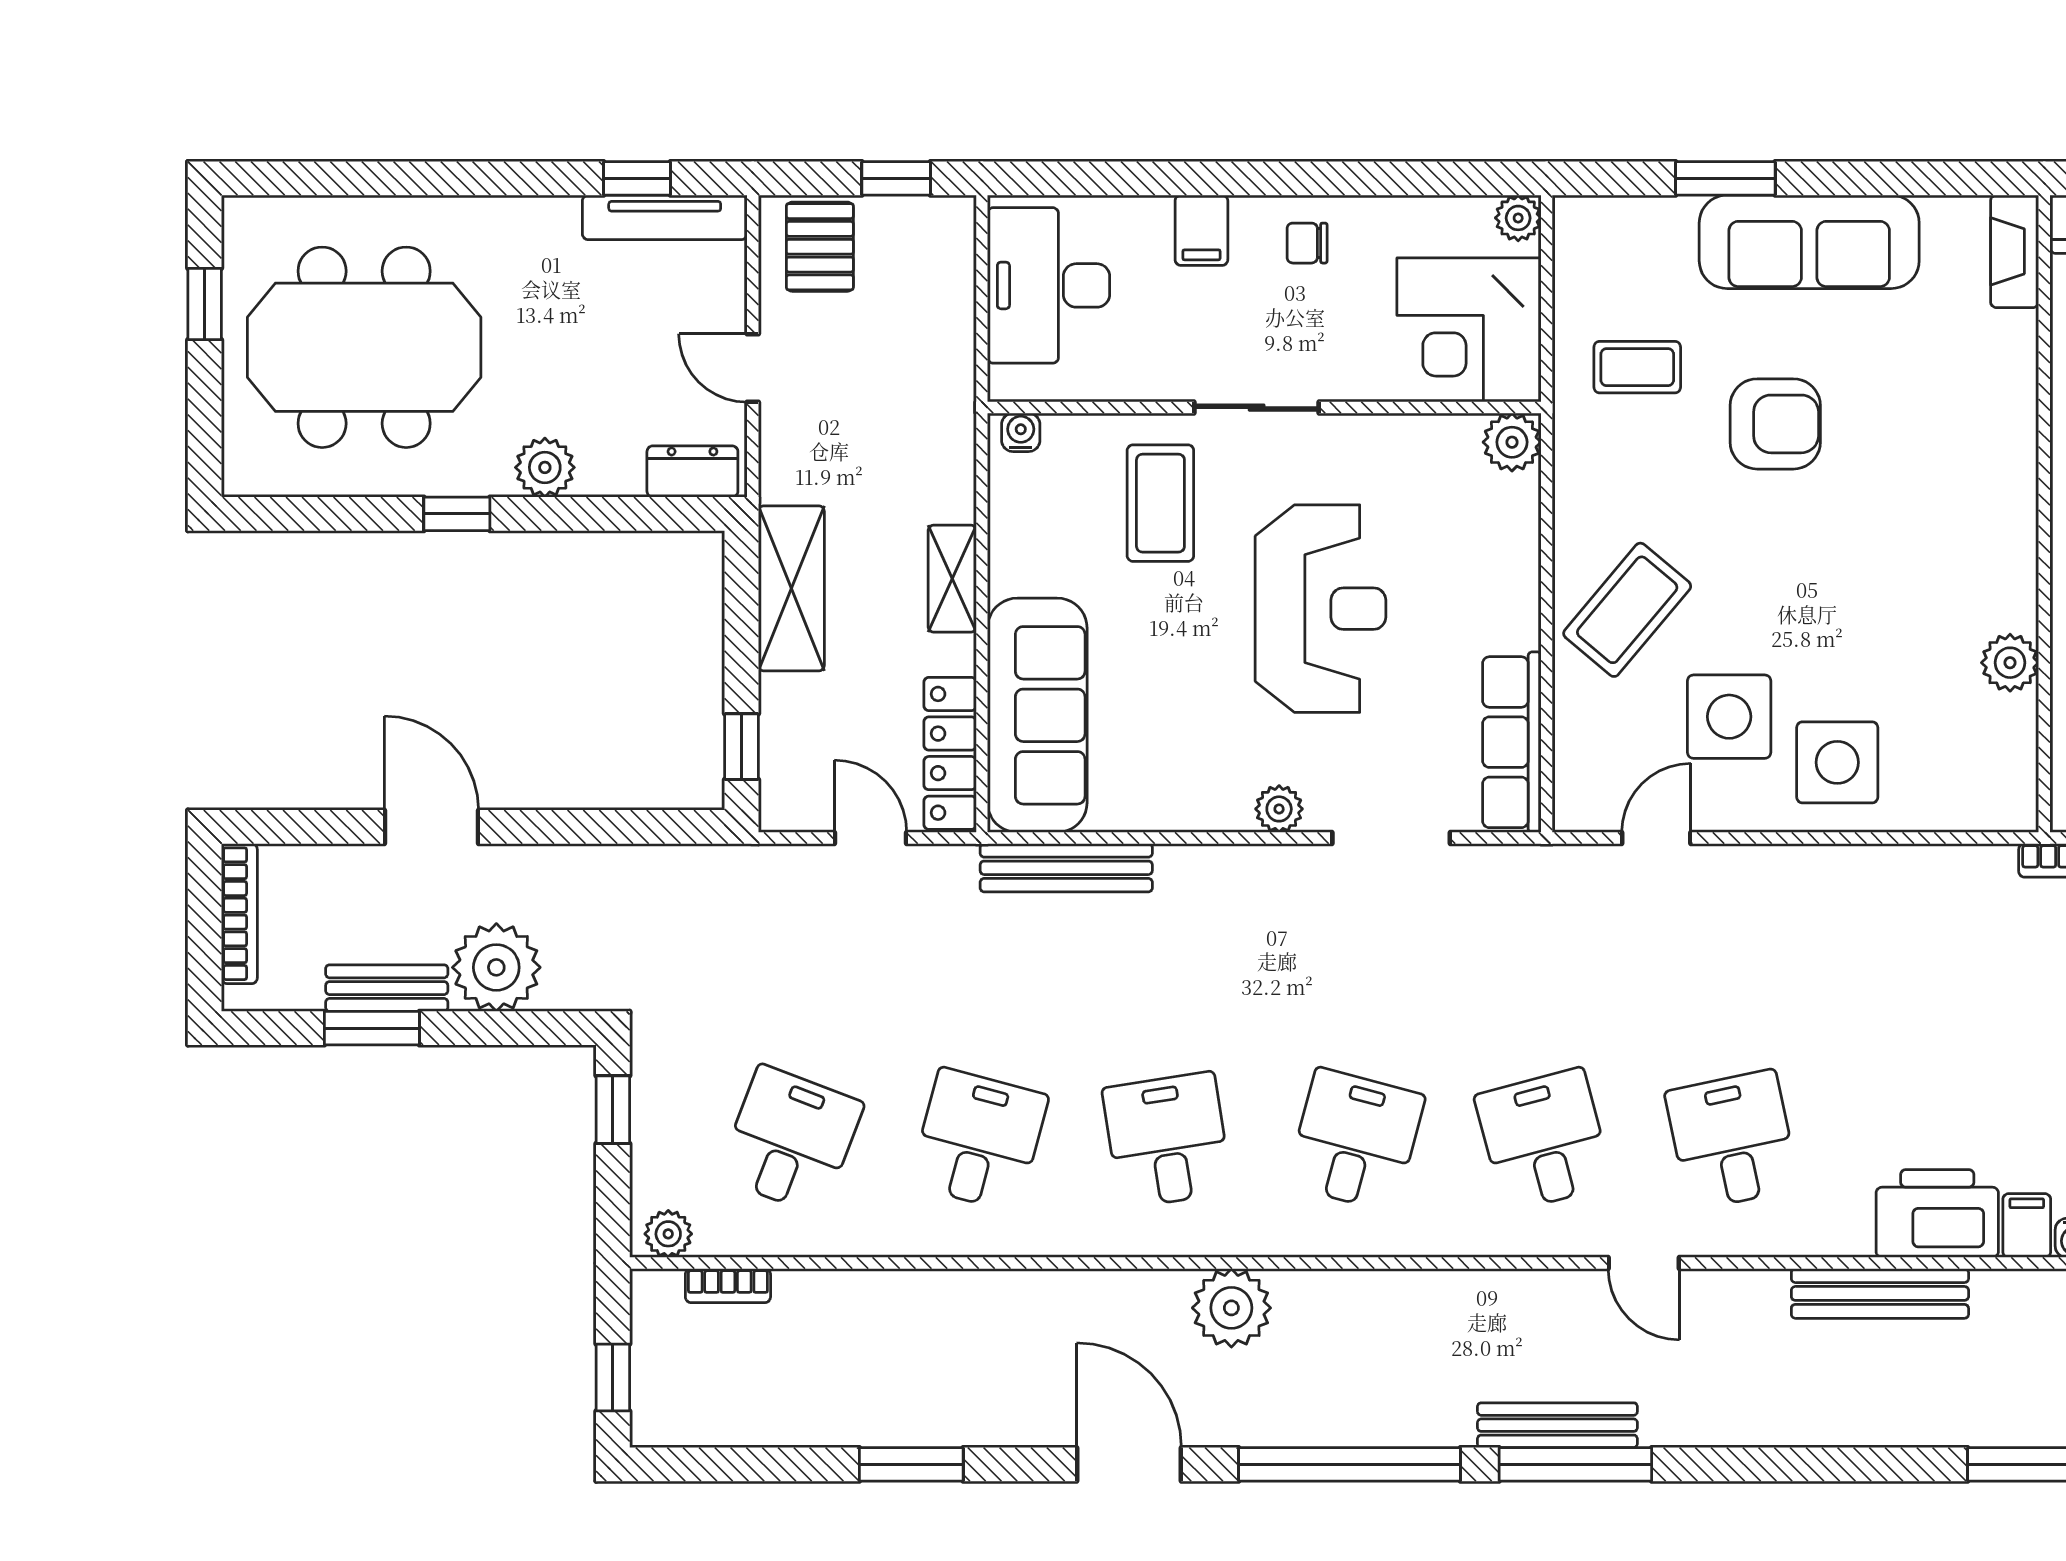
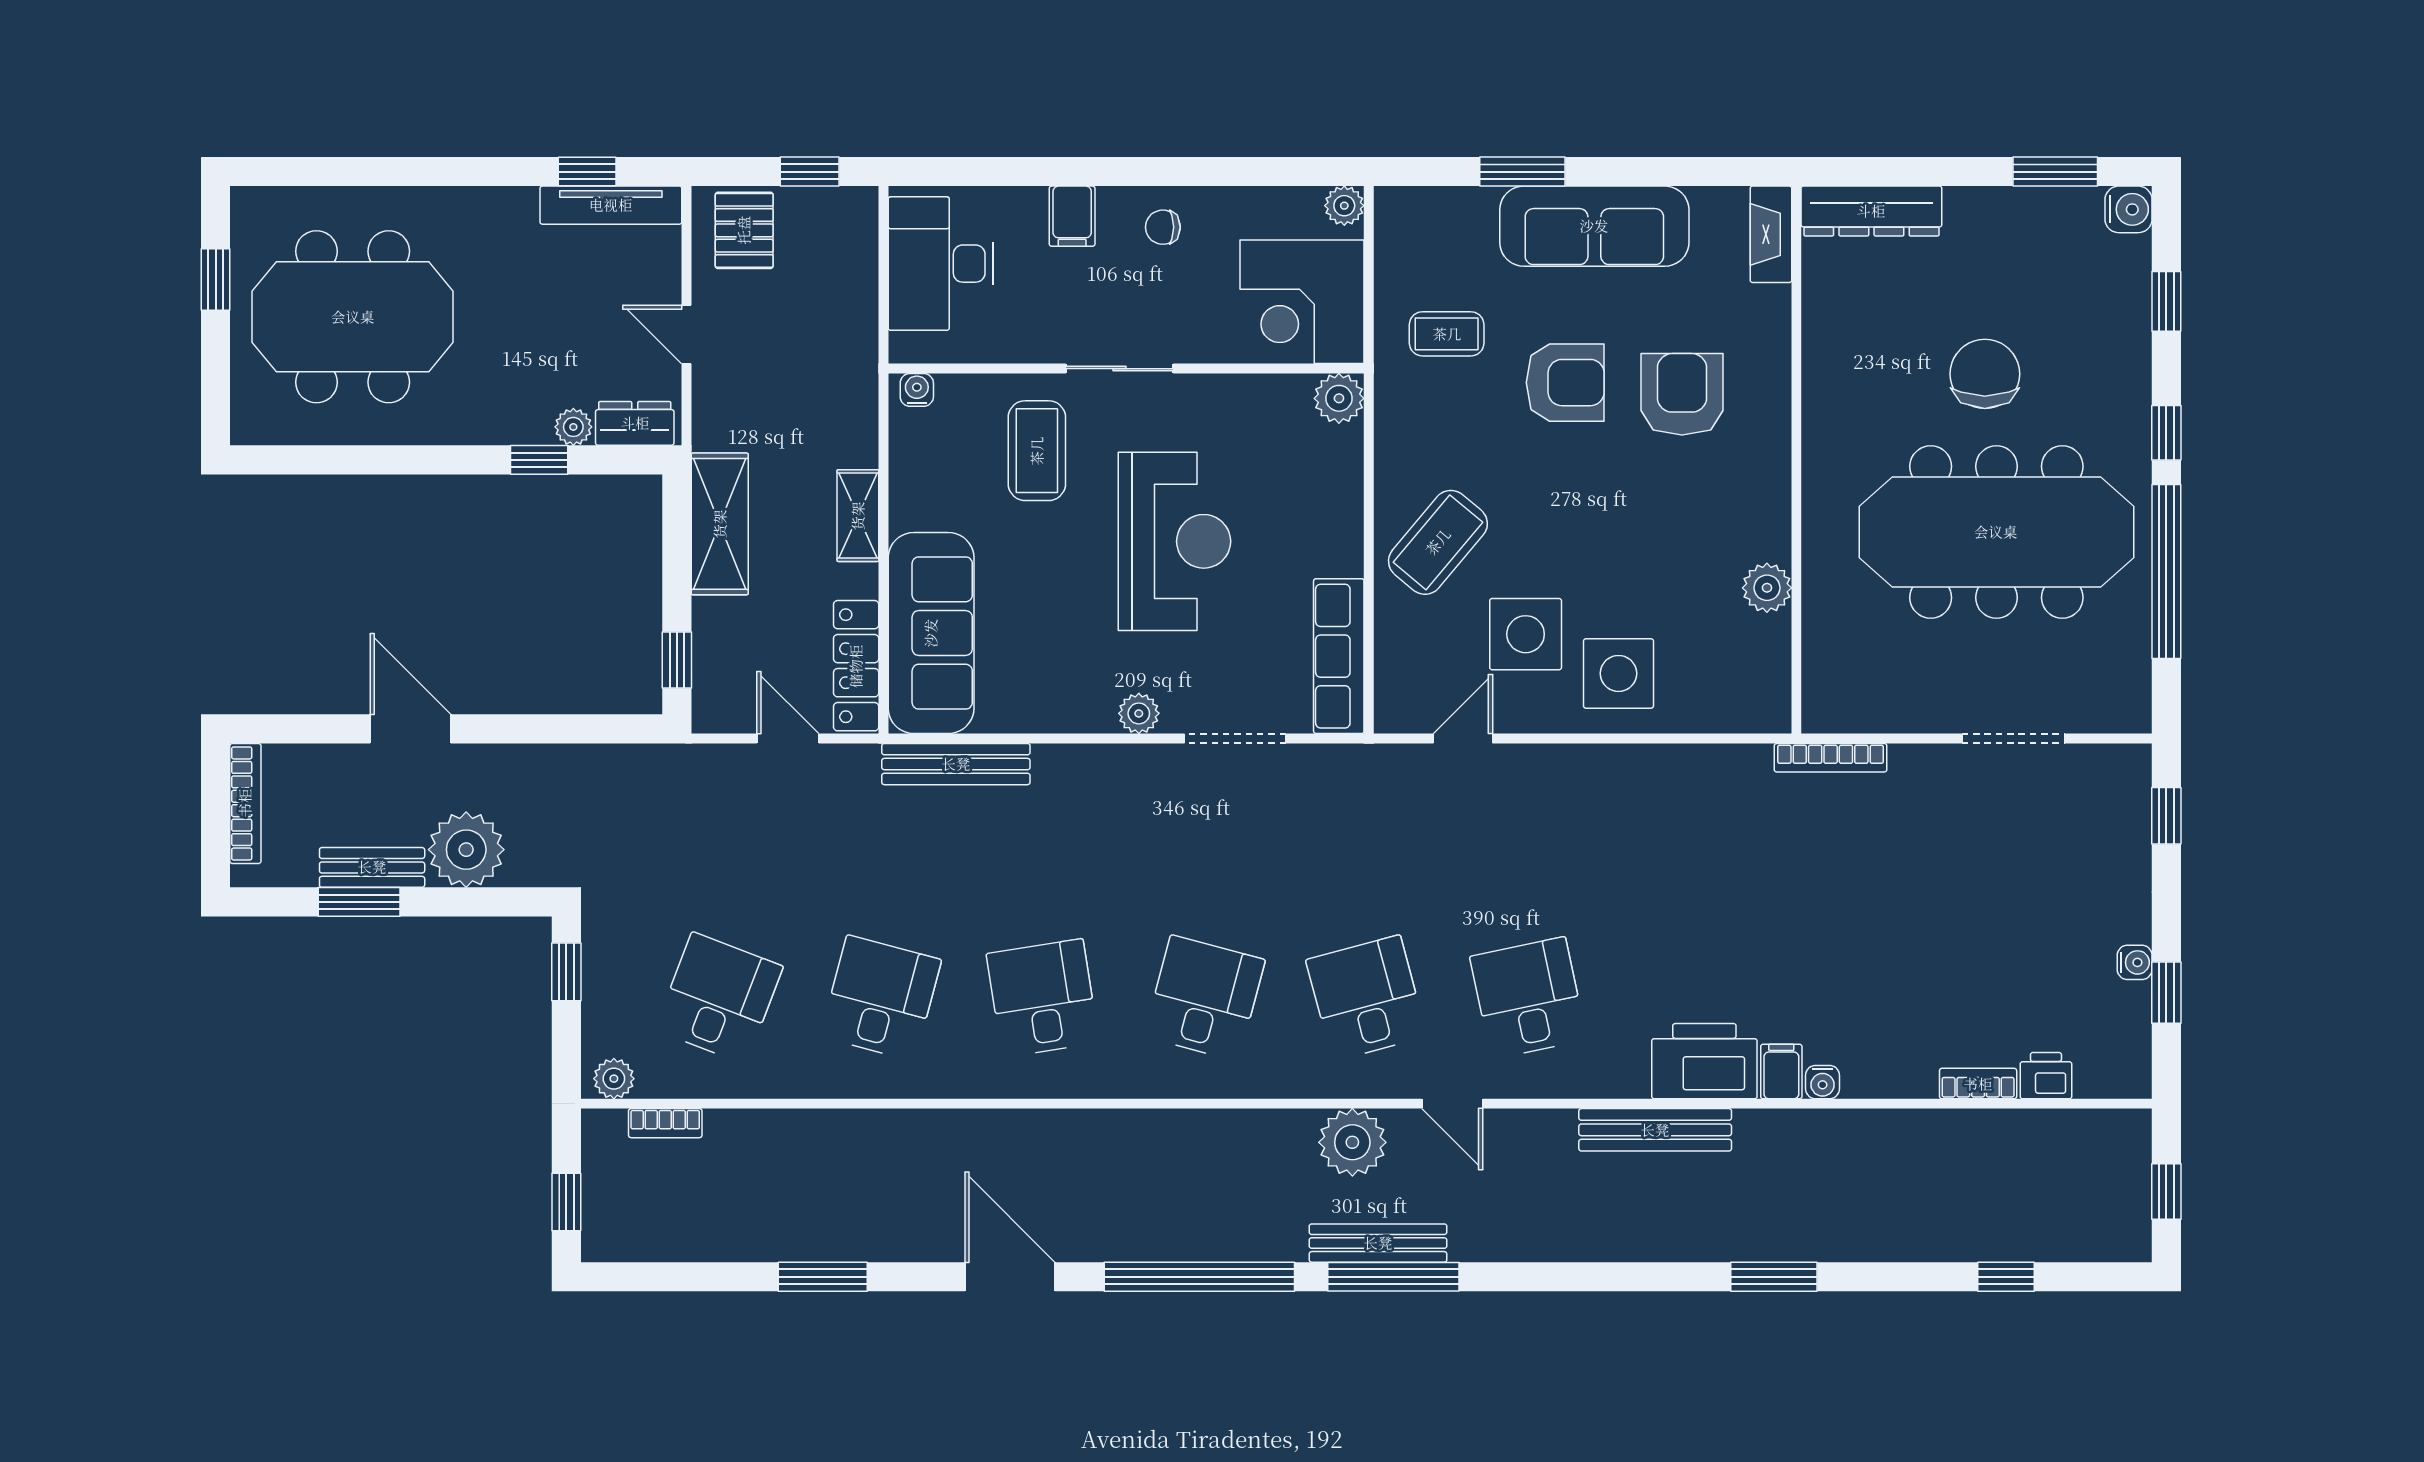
armchair: (1911, 437) -> (1682, 394), added
plant: (545, 467) -> (573, 427), moved, width x0.73, depth x0.73
window: (457, 514) -> (539, 460), moved
plant: (1231, 1308) -> (1352, 1142), moved

